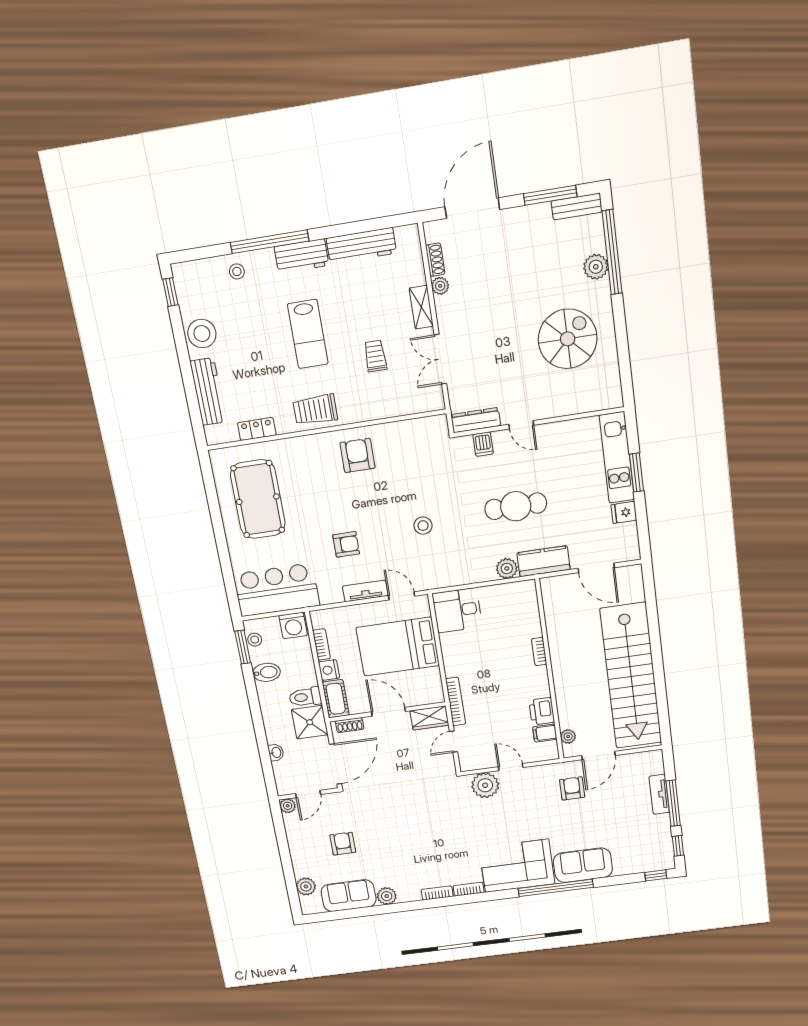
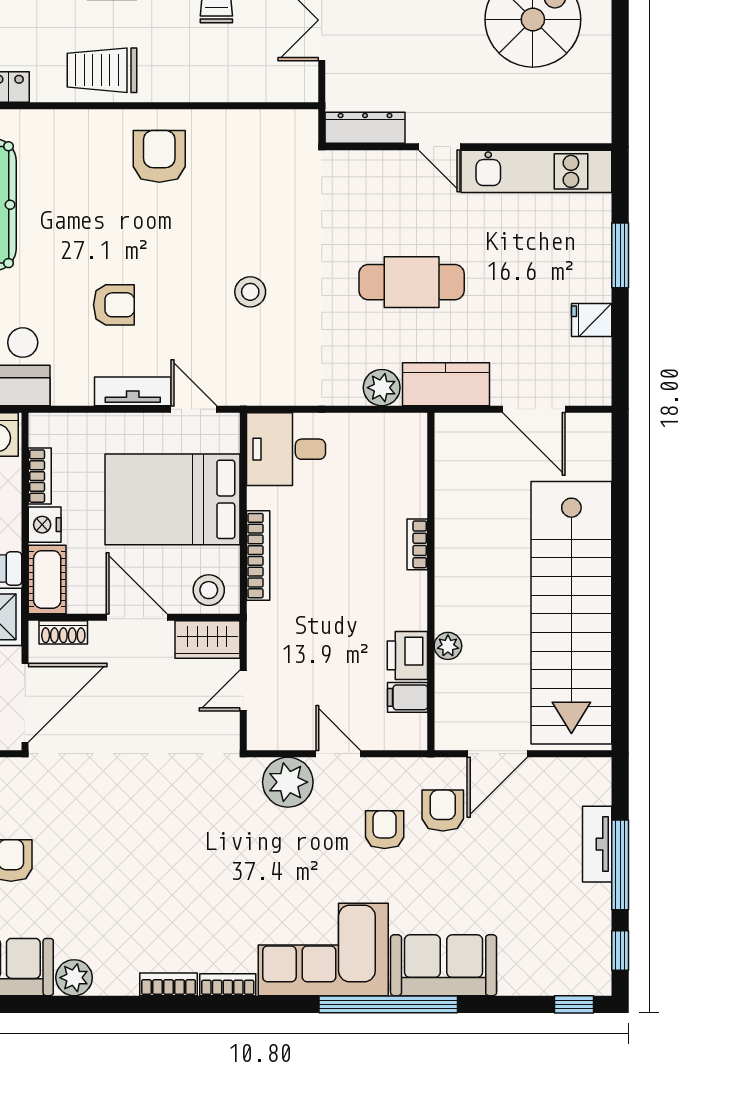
dishwasher: (483, 444) -> (372, 169), removed
kitchen unit: (617, 458) -> (536, 171), moved, turned -90
stool: (426, 692) -> (209, 590), added
bookcase: (456, 702) -> (258, 556), moved
plant: (568, 736) -> (448, 646), moved
armchair: (542, 802) -> (385, 830), added

